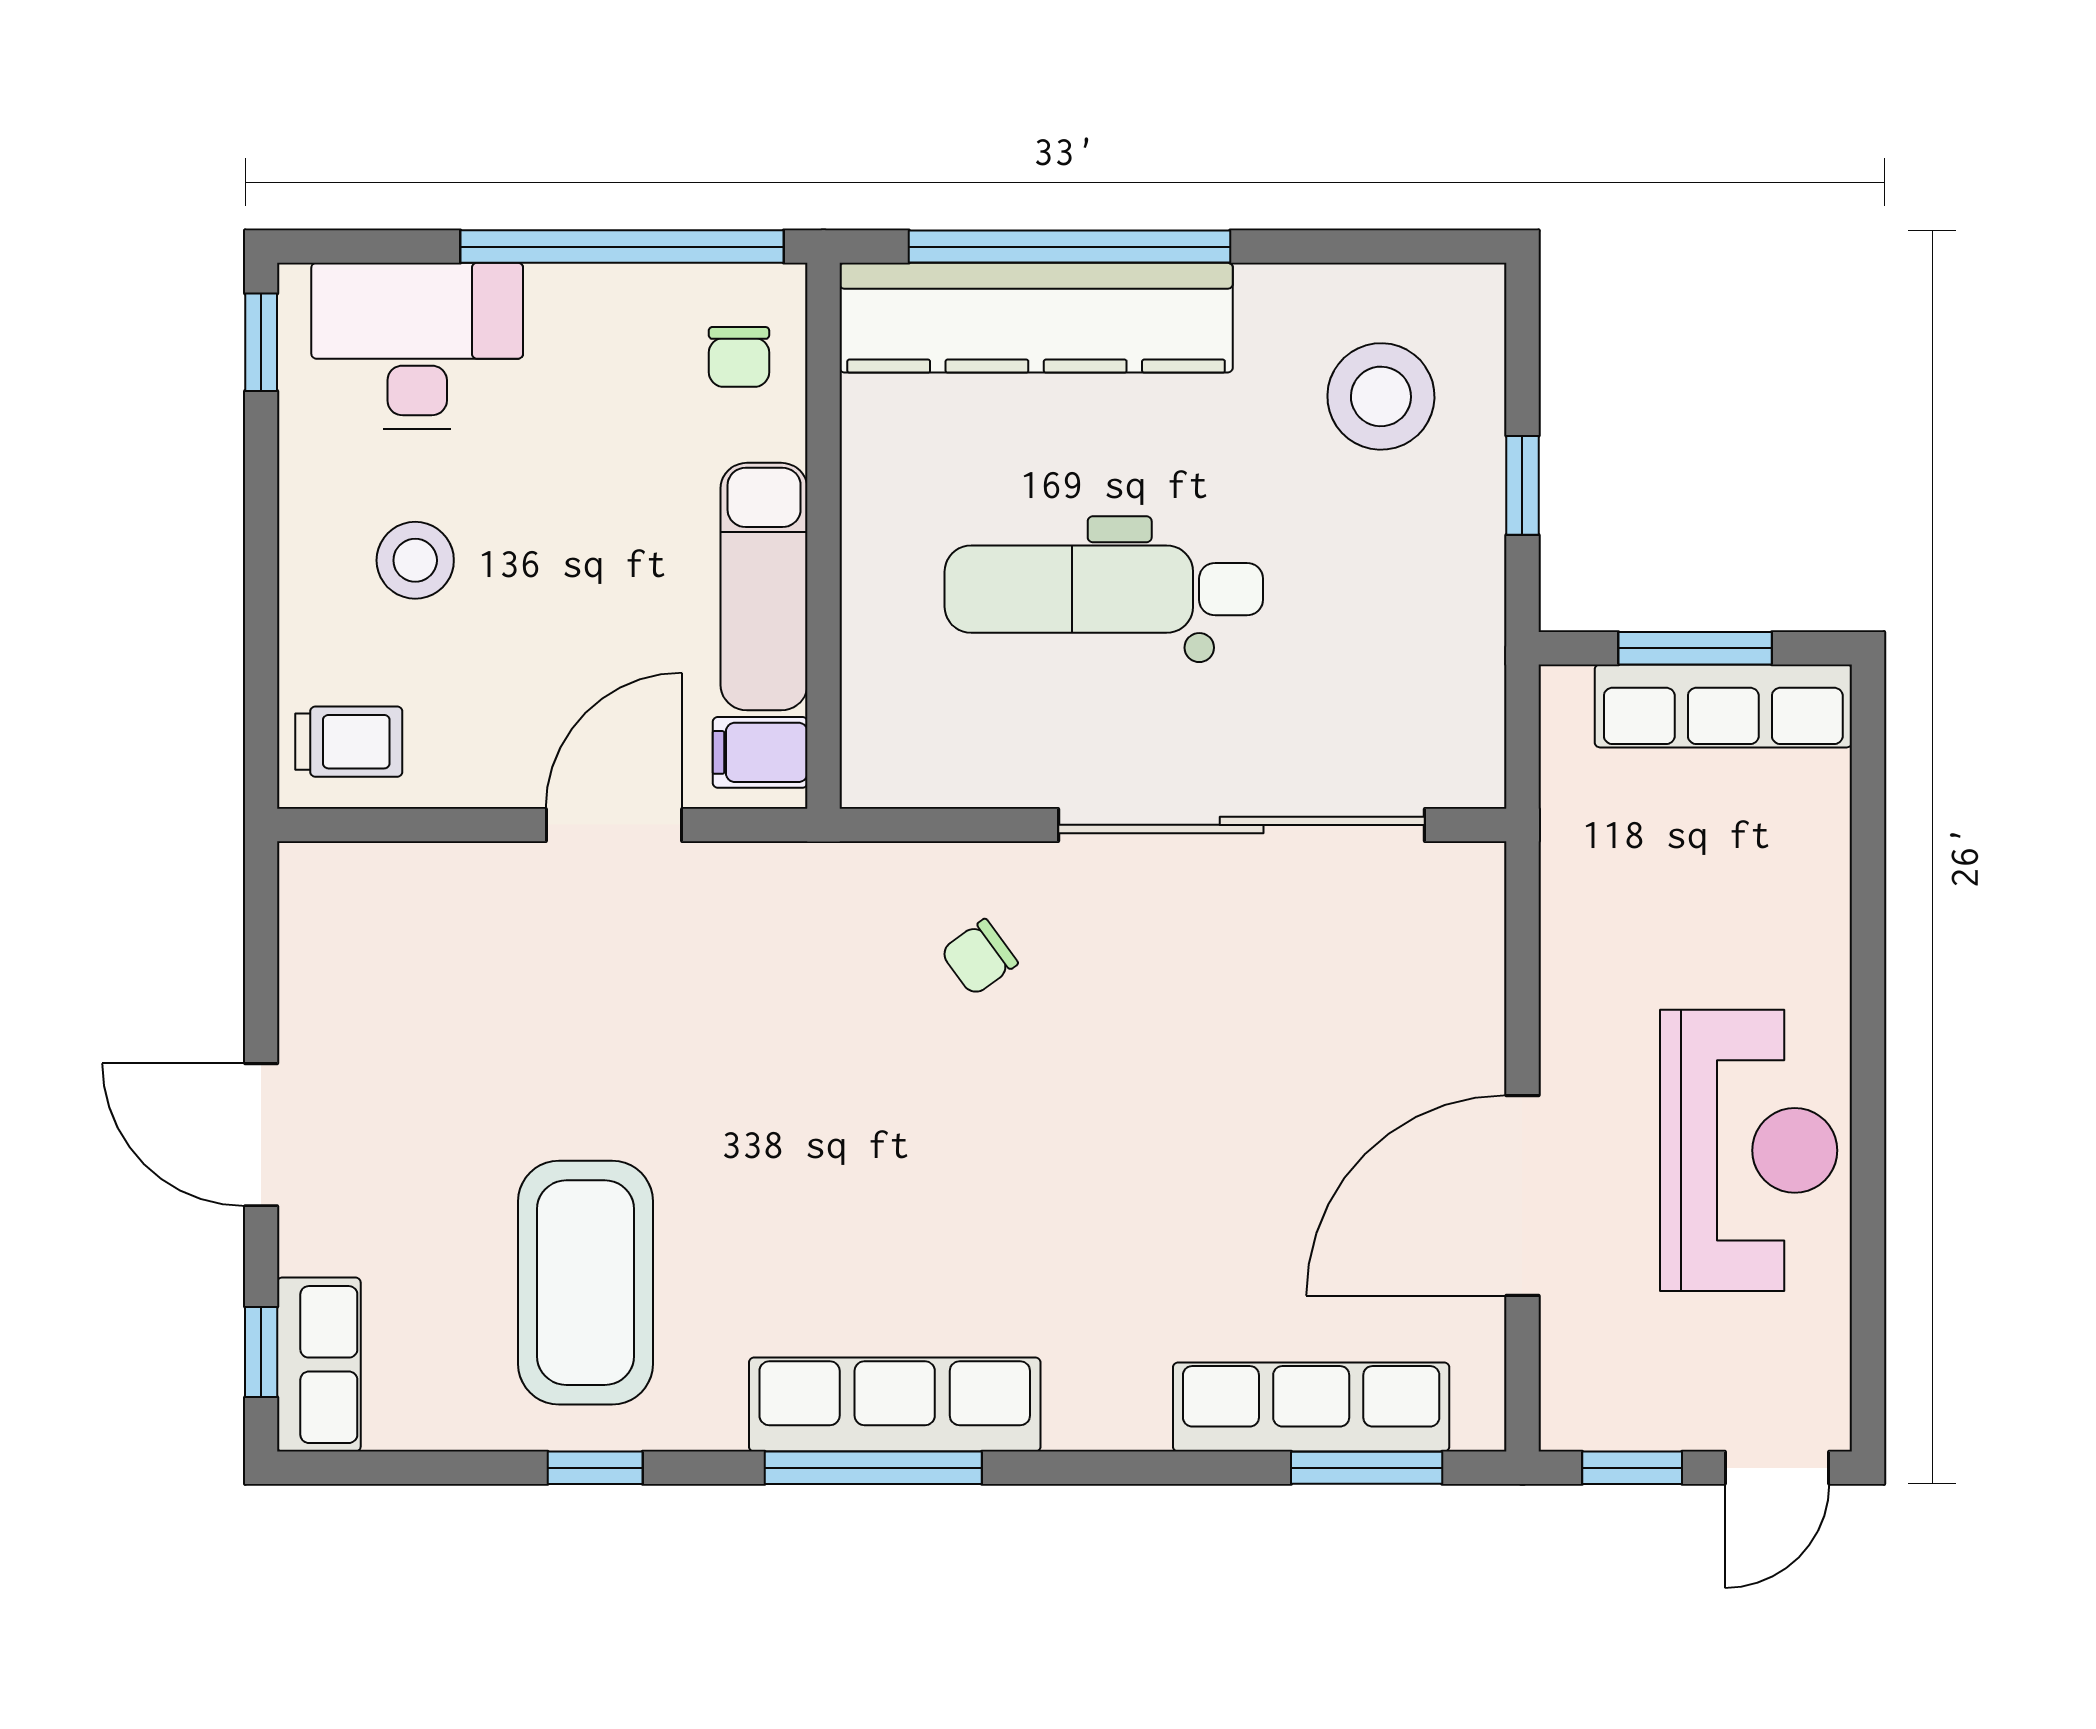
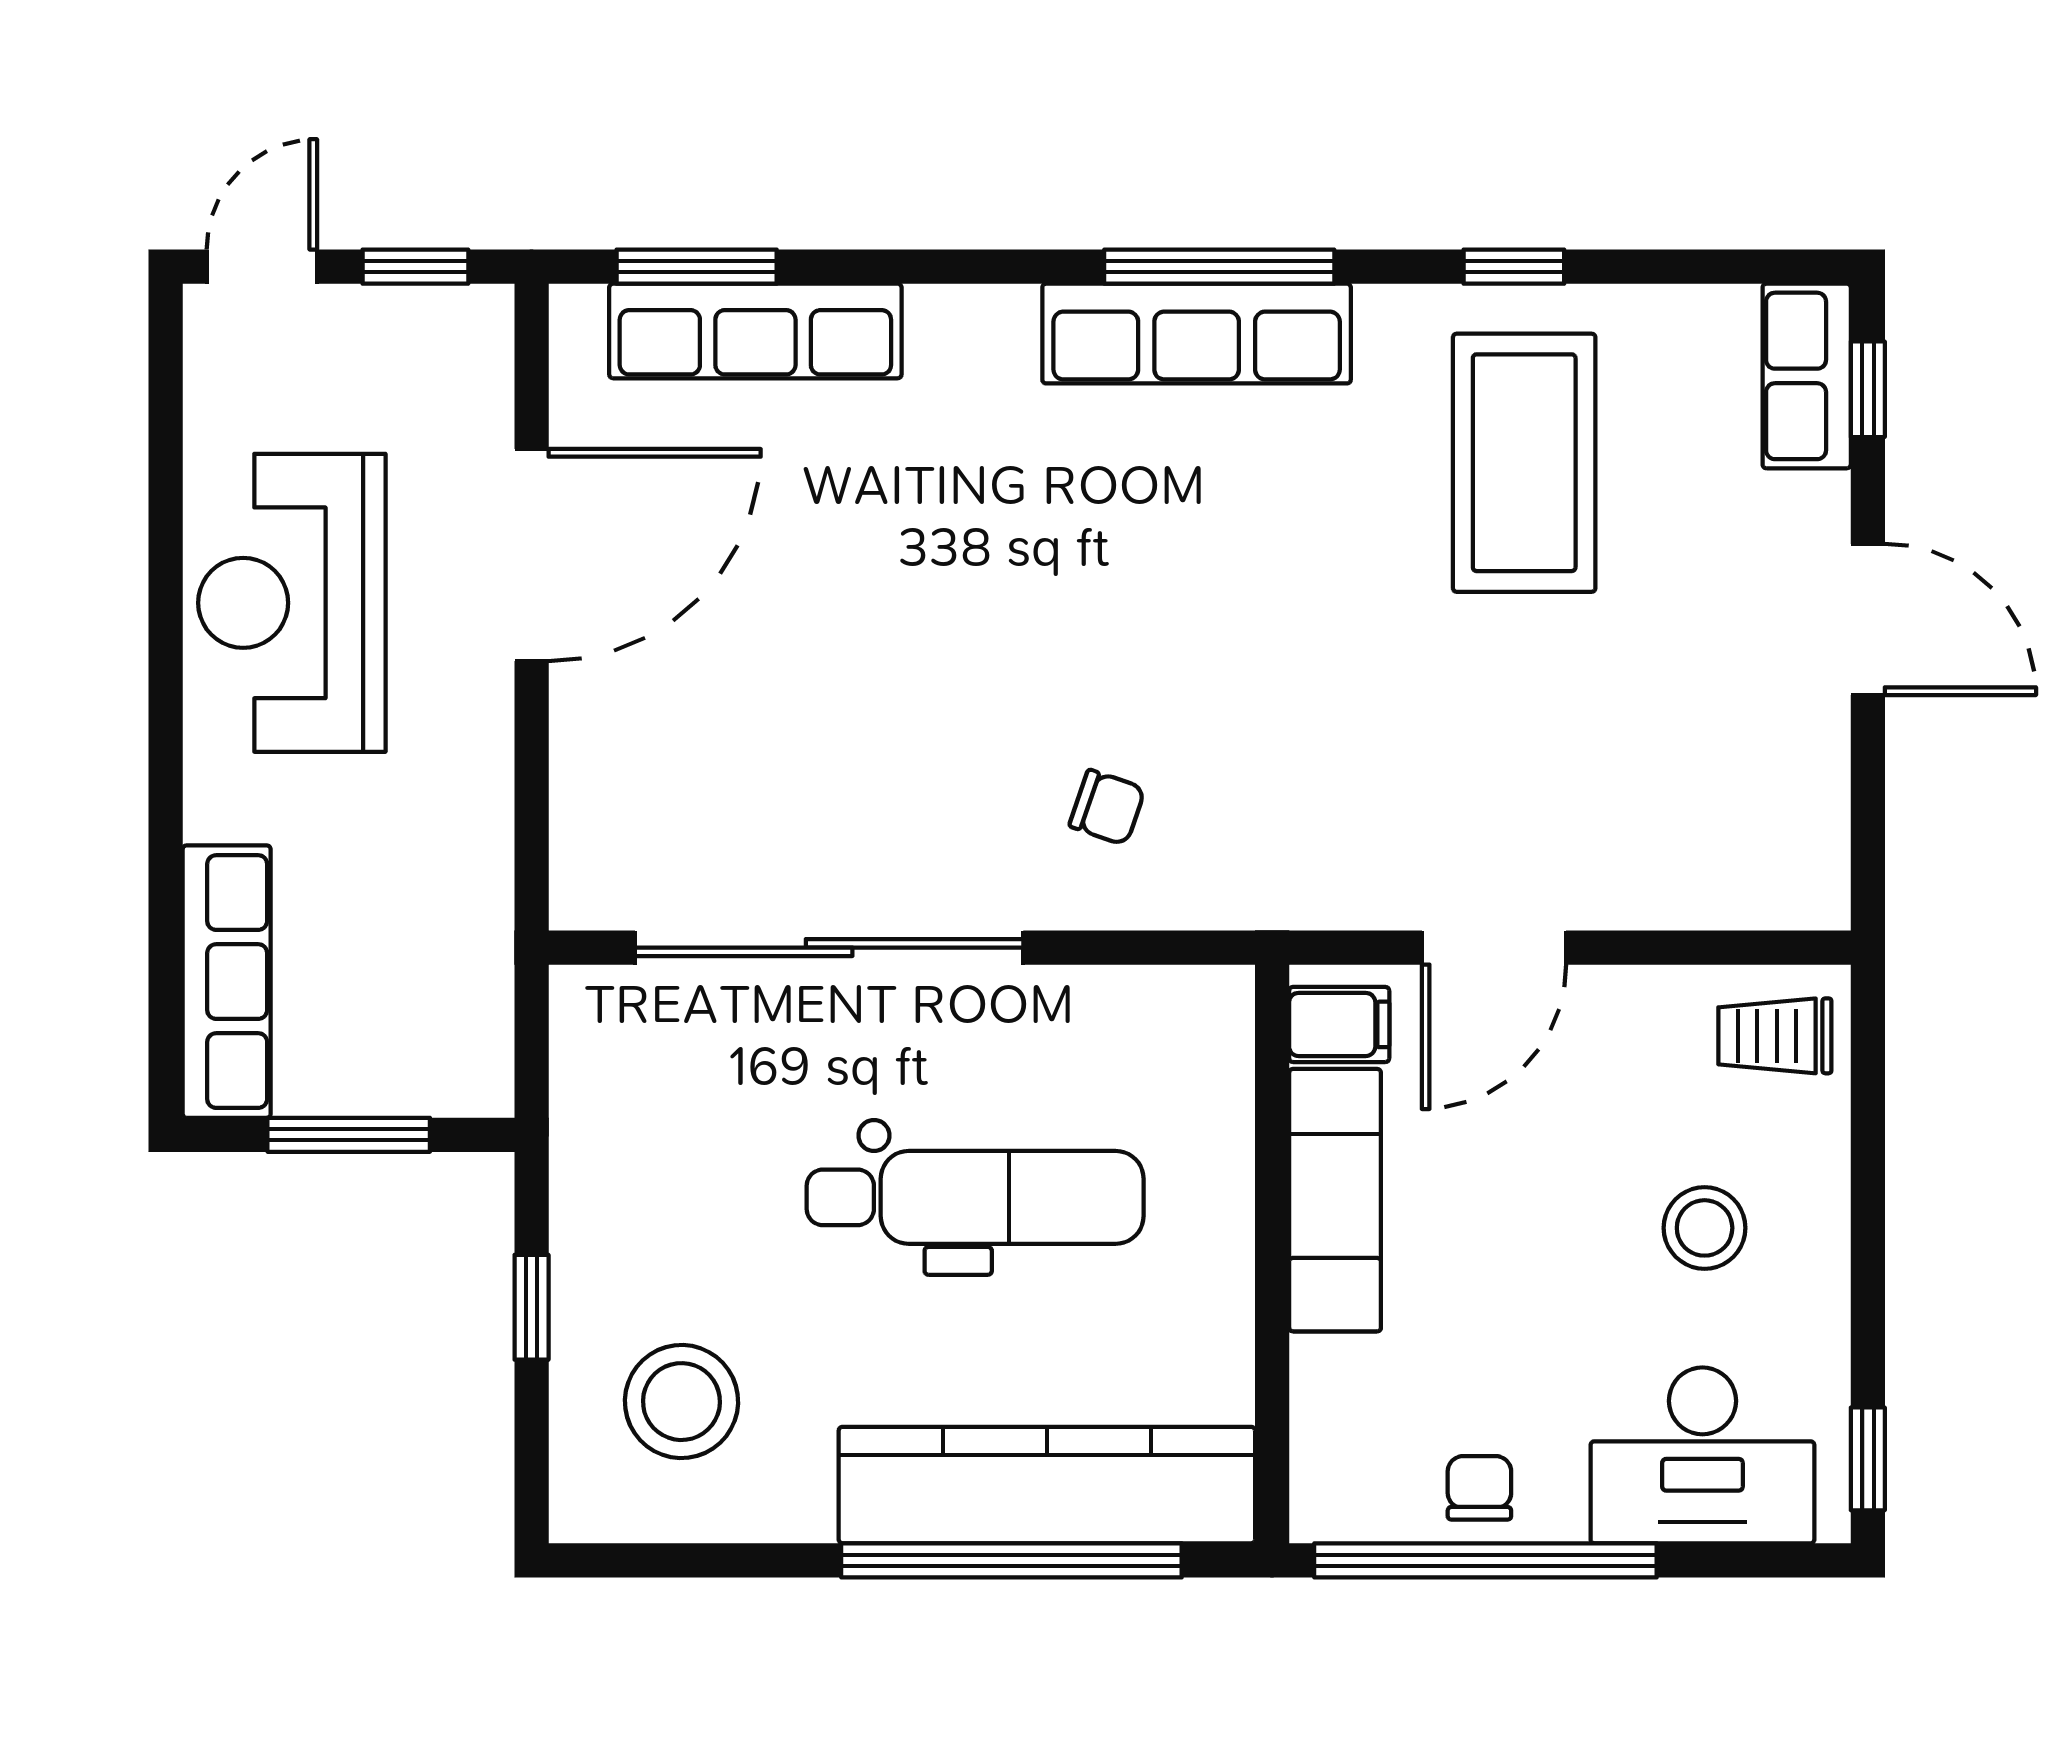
chair: (739, 357) -> (1479, 1488), moved
row of seats: (1723, 706) -> (227, 982), moved, turned 90
chair: (979, 957) -> (1107, 807), turned 55

